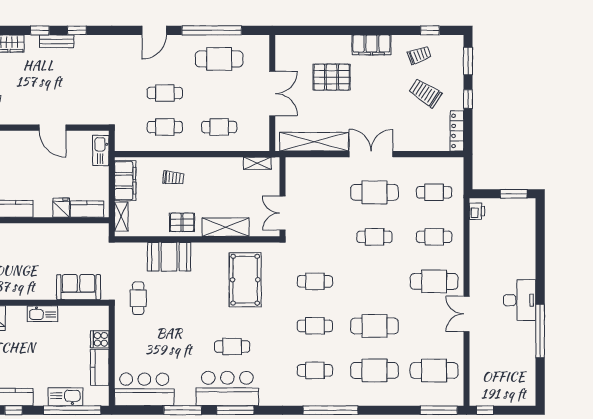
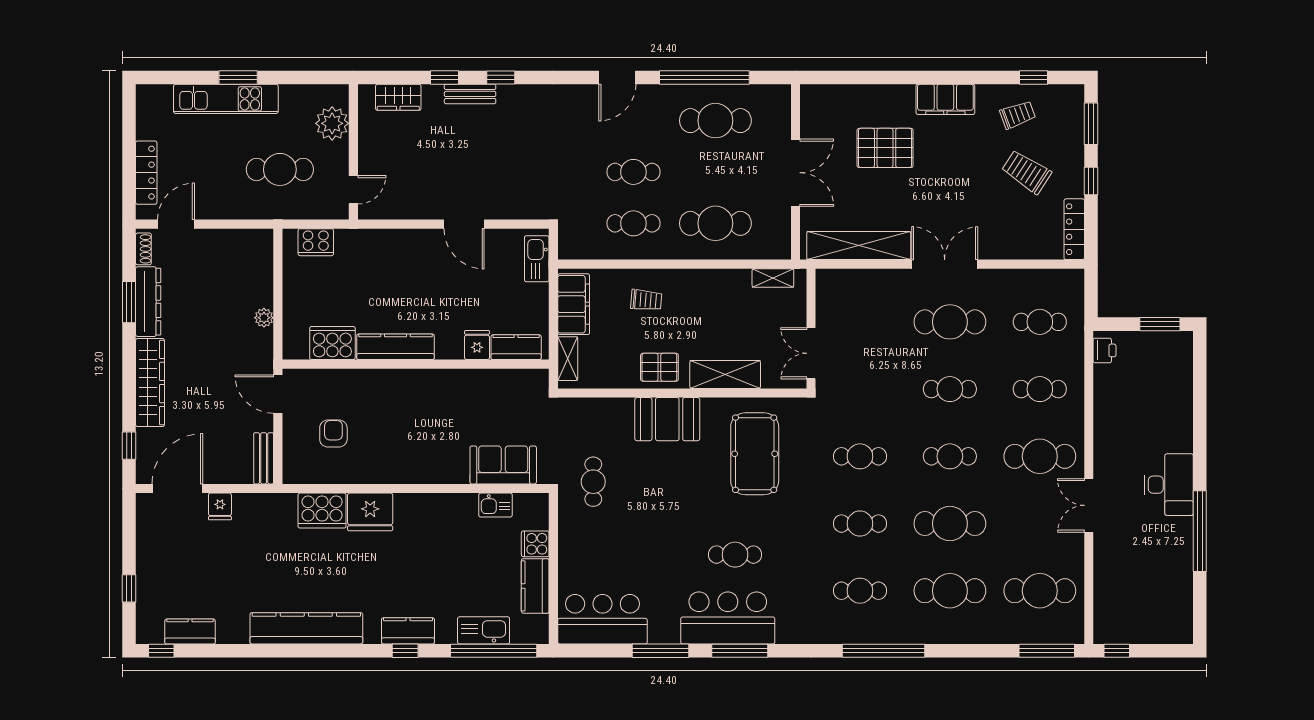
cafe table: (219, 127) -> (715, 223), width x1.37, depth x1.35
booth: (169, 257) -> (667, 419), moved
cafe table: (375, 281) -> (950, 456), added
kitchen sink: (42, 314) -> (495, 505), moved, width x0.73

